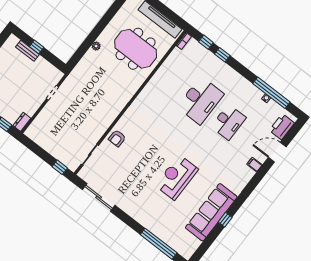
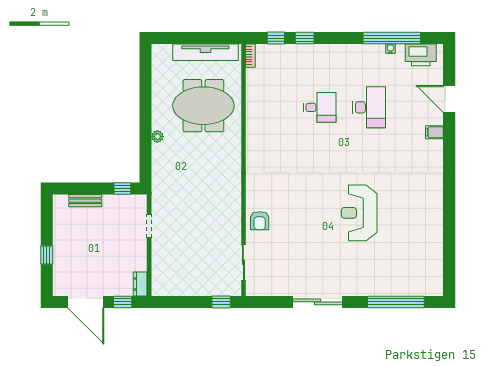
window: (37, 47) -> (122, 188), moved
desk: (201, 100) -> (320, 107), width x0.53, depth x0.77
printer: (282, 127) -> (421, 55), moved, turned -90
door: (277, 152) -> (449, 99), hinge flipped
sliding door: (99, 197) -> (318, 302), moved
sofa: (211, 212) -> (427, 222), removed
window: (225, 220) -> (449, 218), removed

